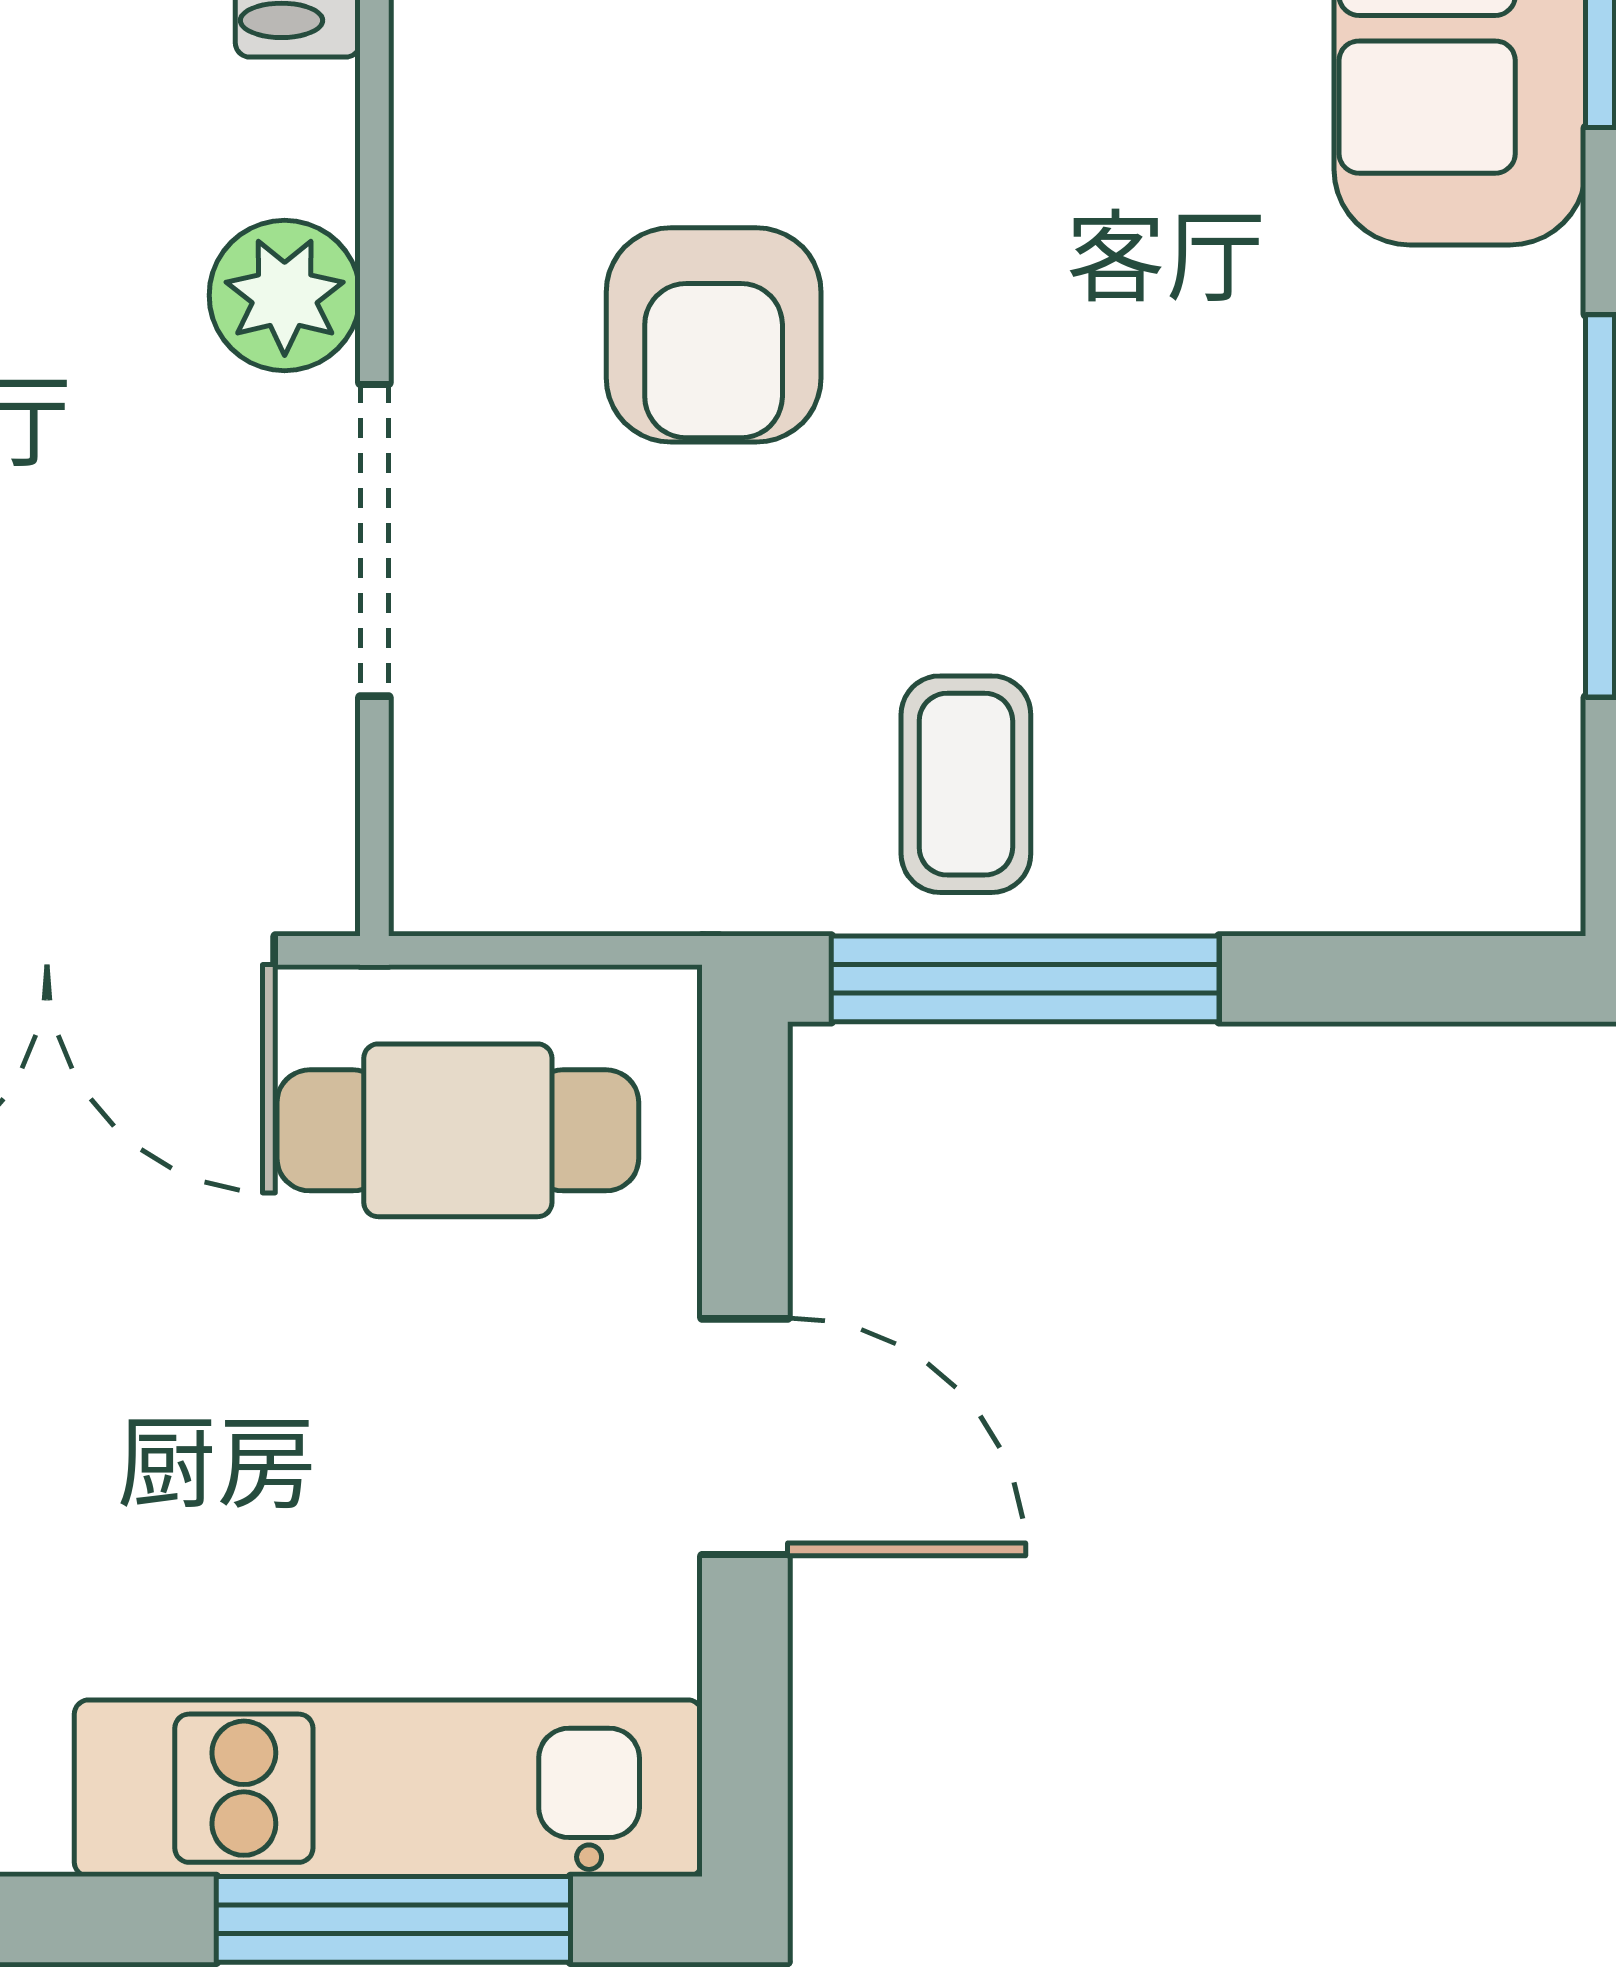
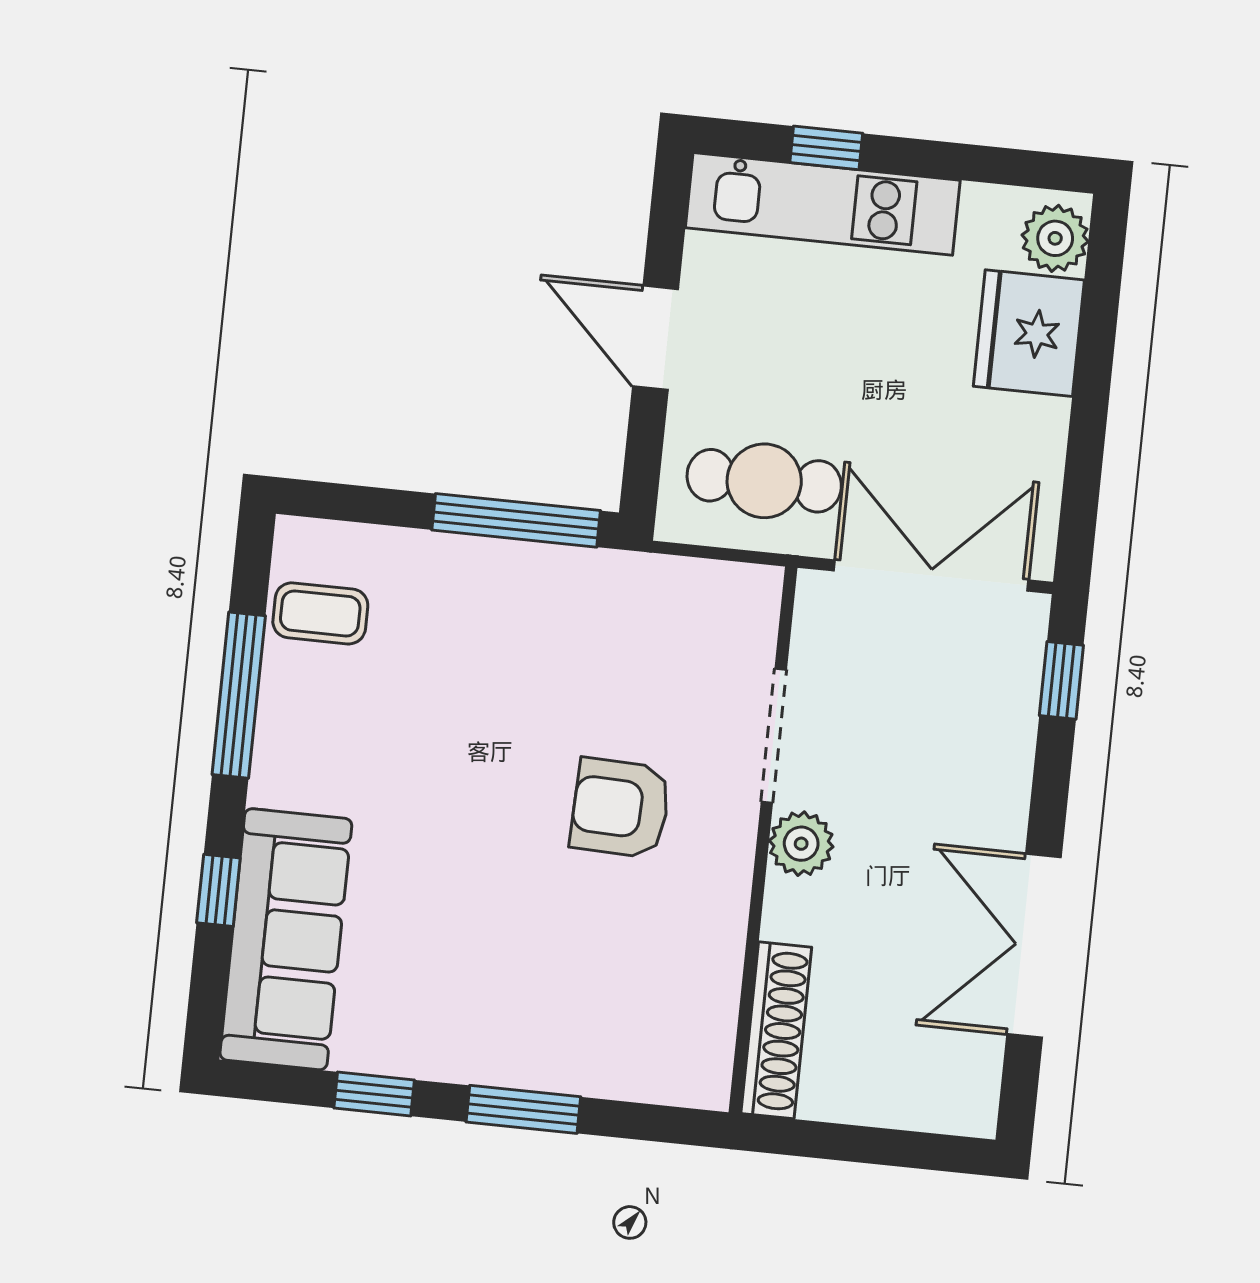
armchair: (714, 335) -> (620, 808), turned -88
coffee table: (966, 784) -> (320, 613), moved, turned 90
window: (393, 1919) -> (826, 148), width x0.46

